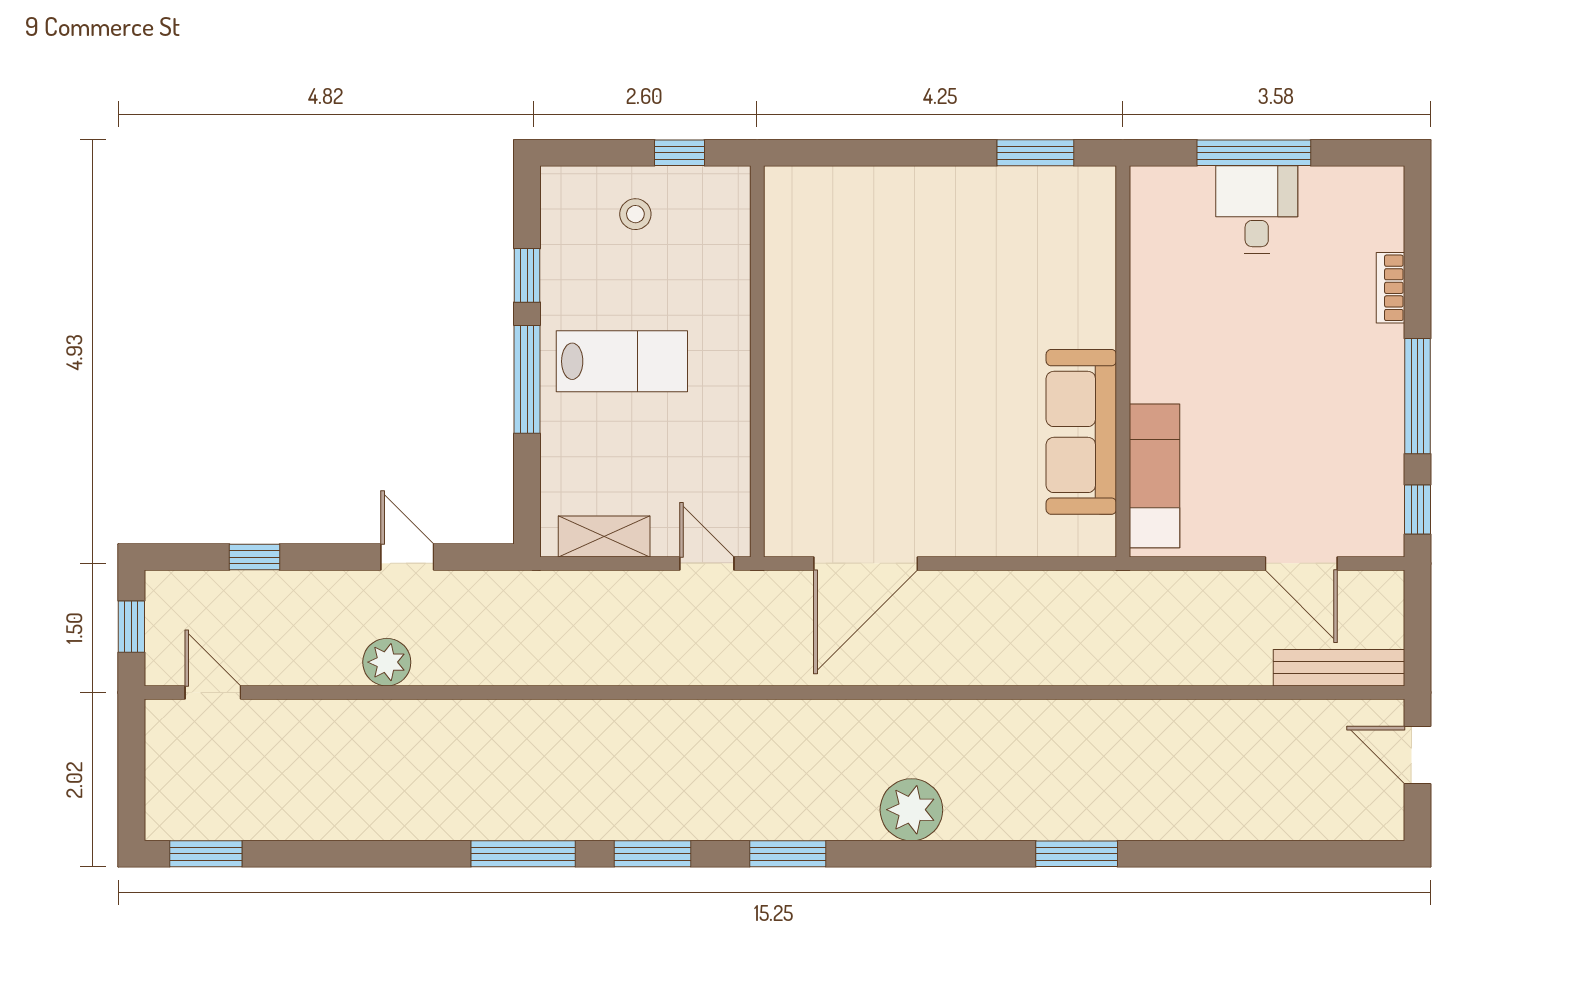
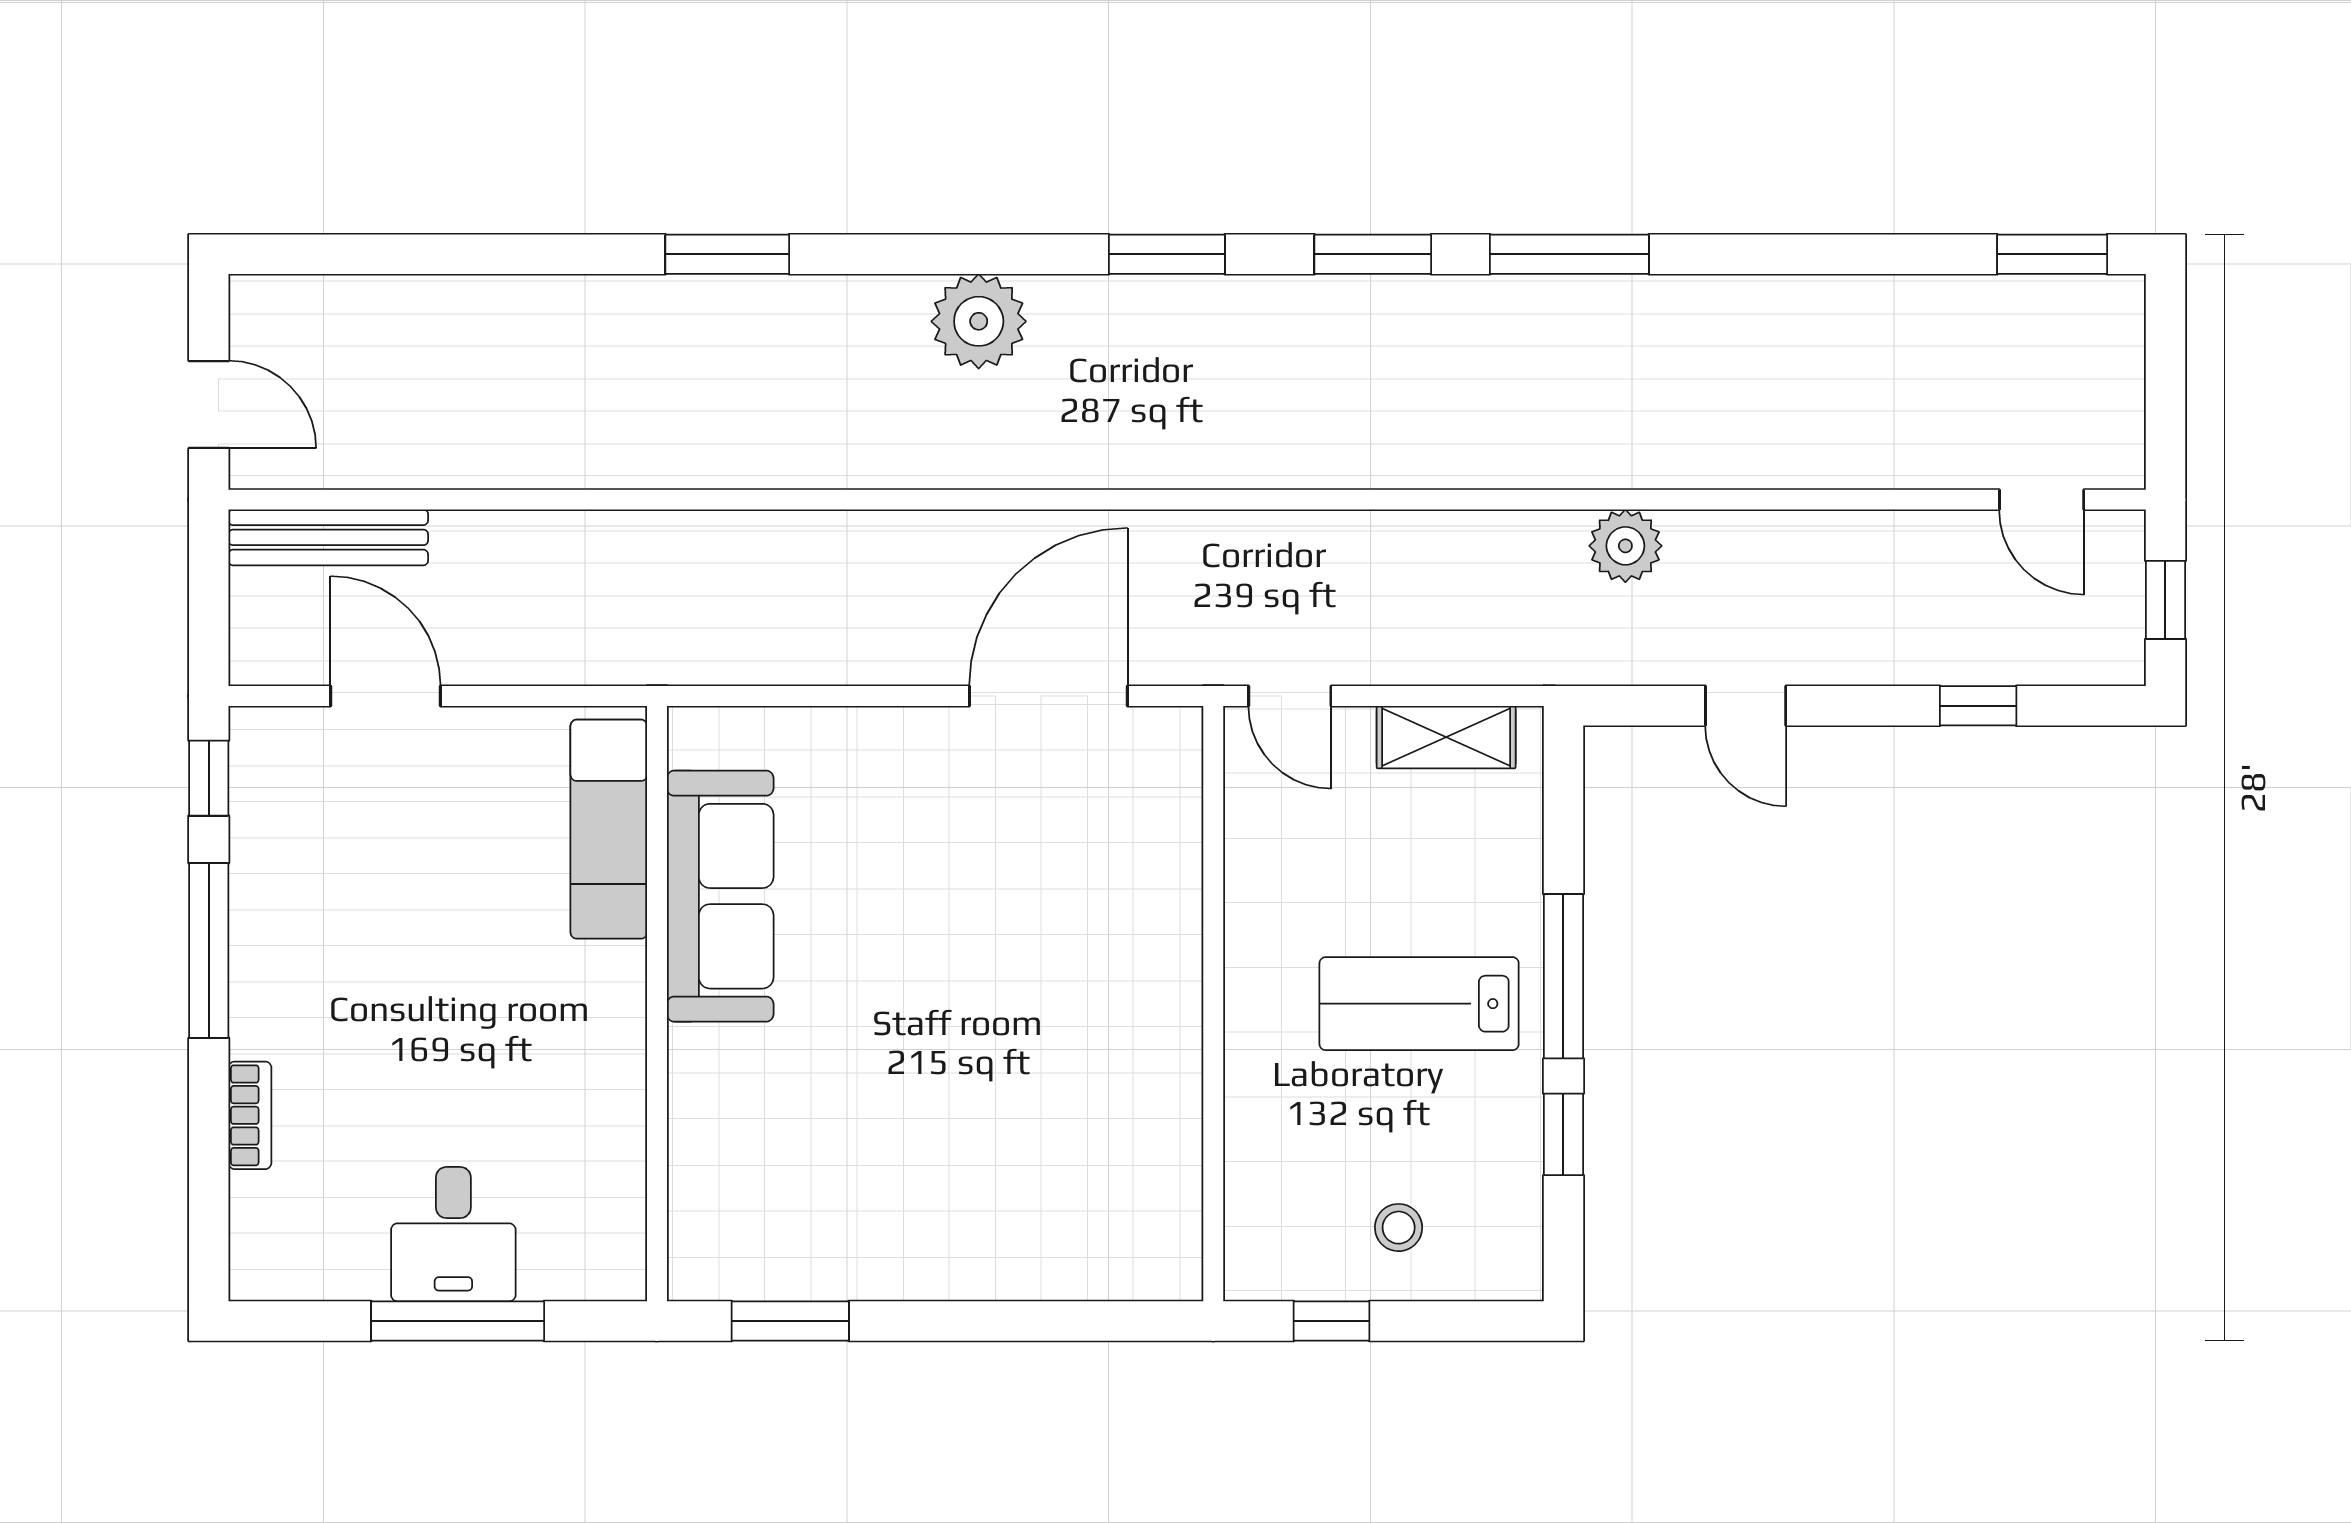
plant: (387, 662) -> (1625, 546), moved

